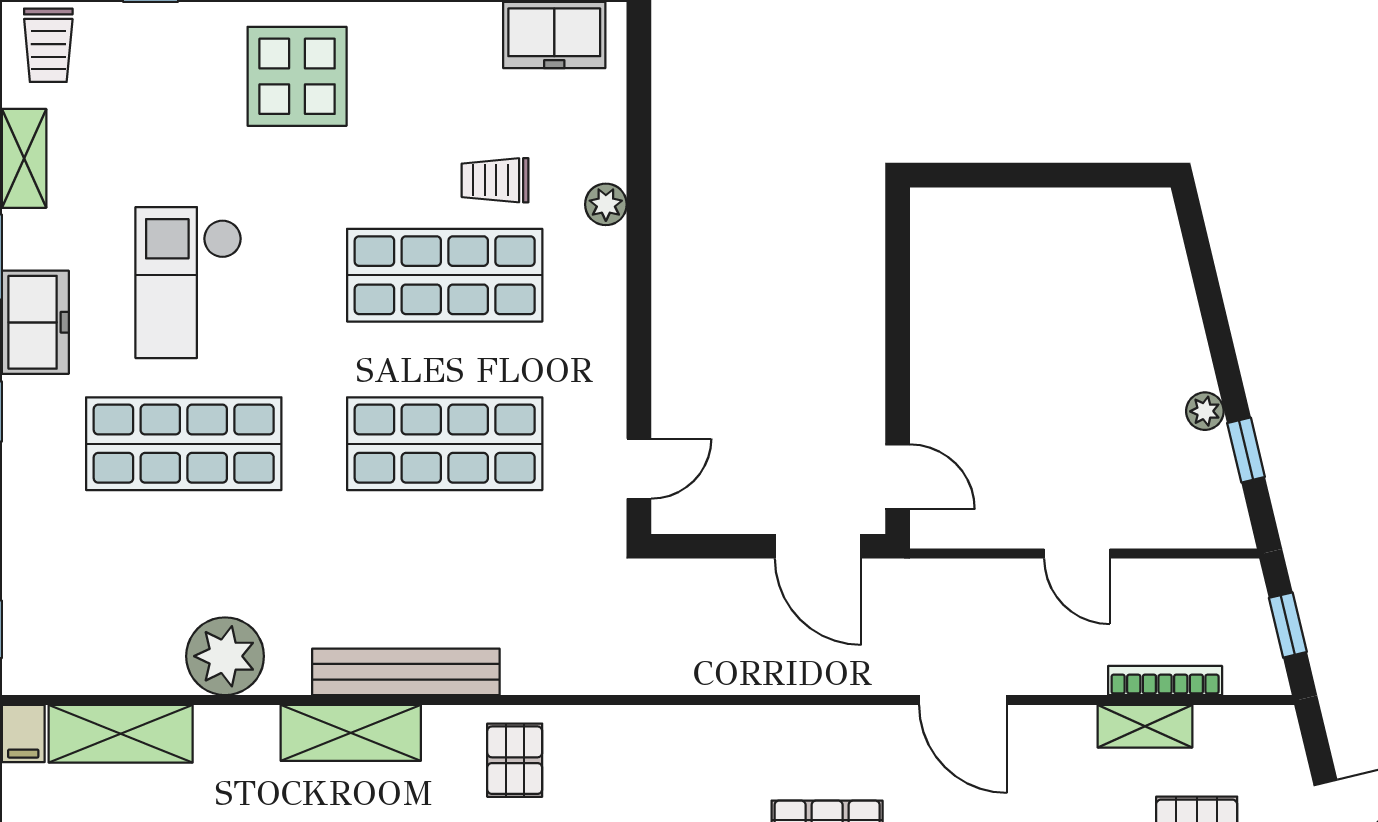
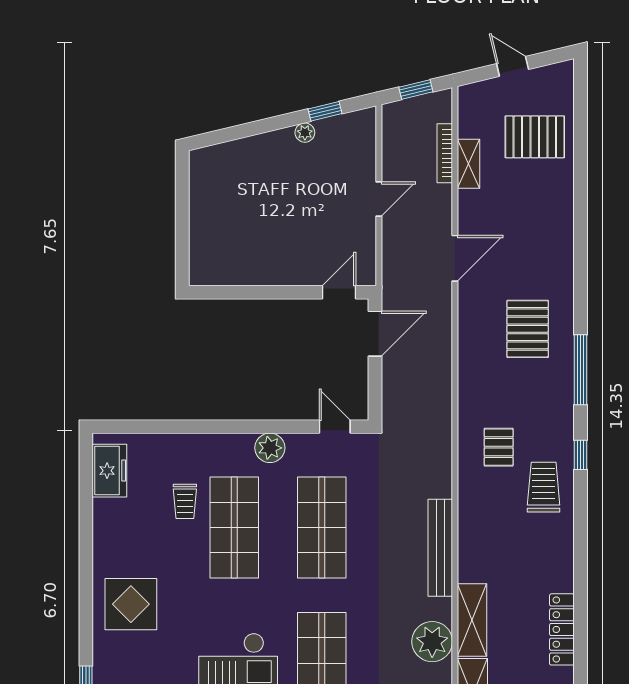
plant: (606, 204) -> (270, 448), moved, width x1.38, depth x1.38
shelving: (351, 733) -> (472, 620), moved
pallet: (515, 760) -> (499, 447), moved, turned 90

